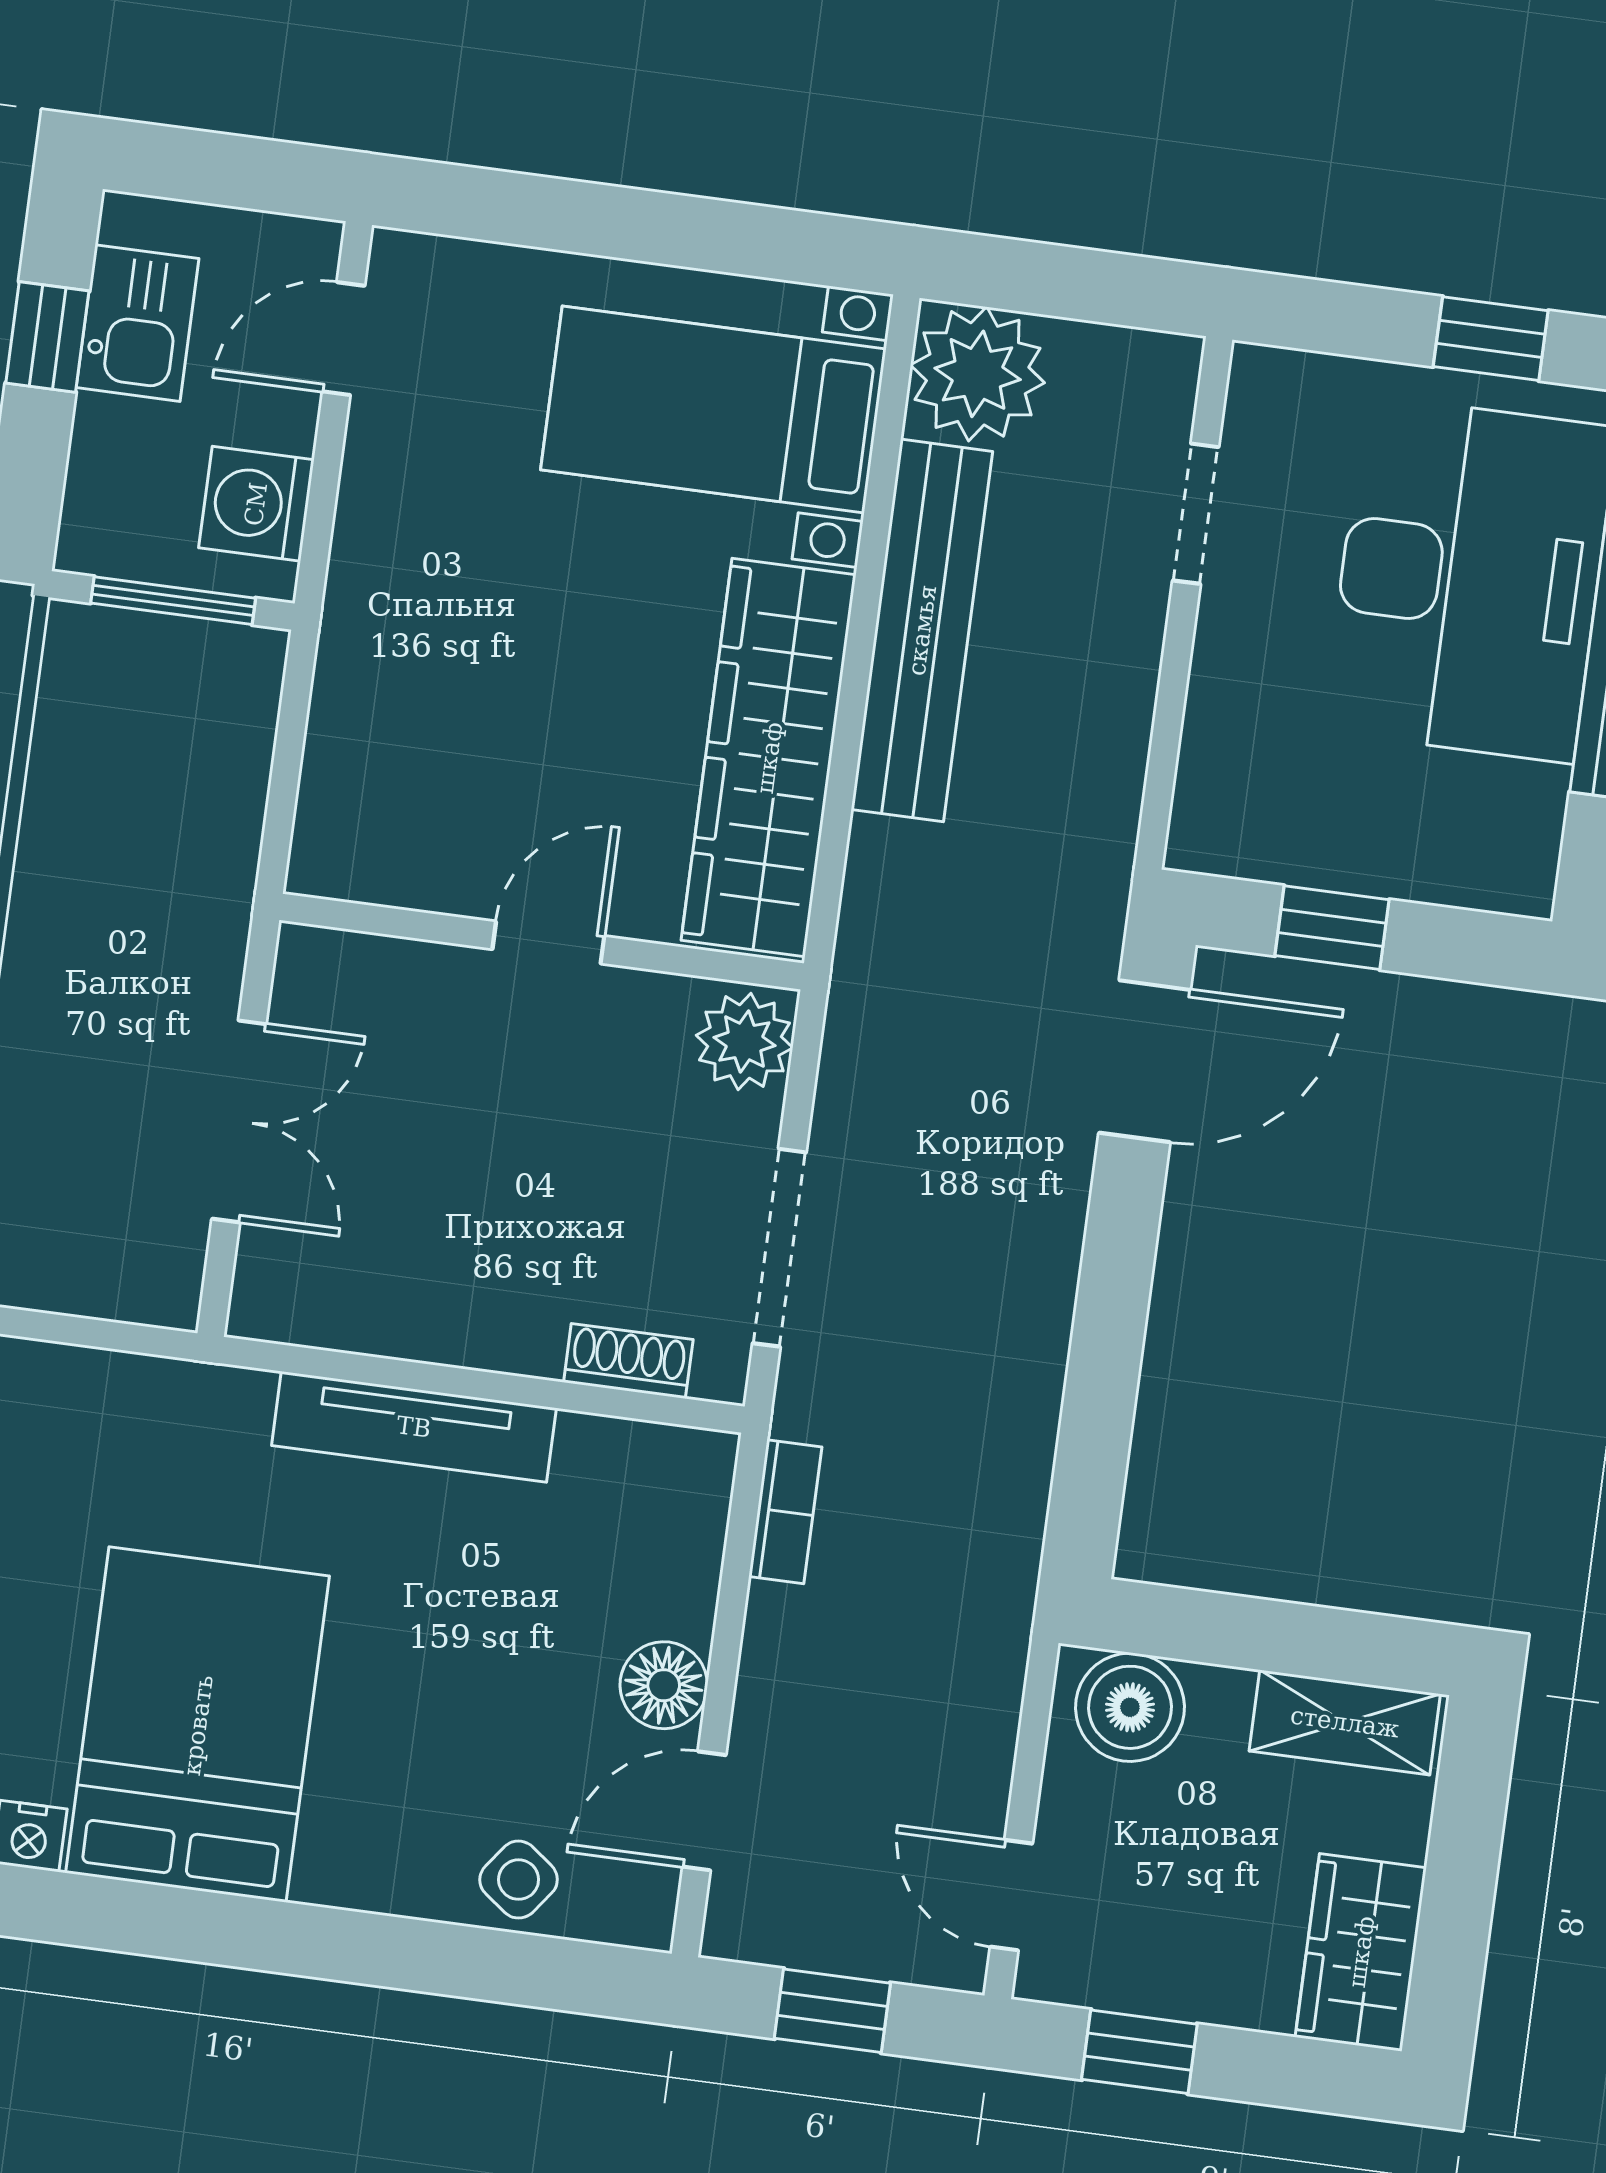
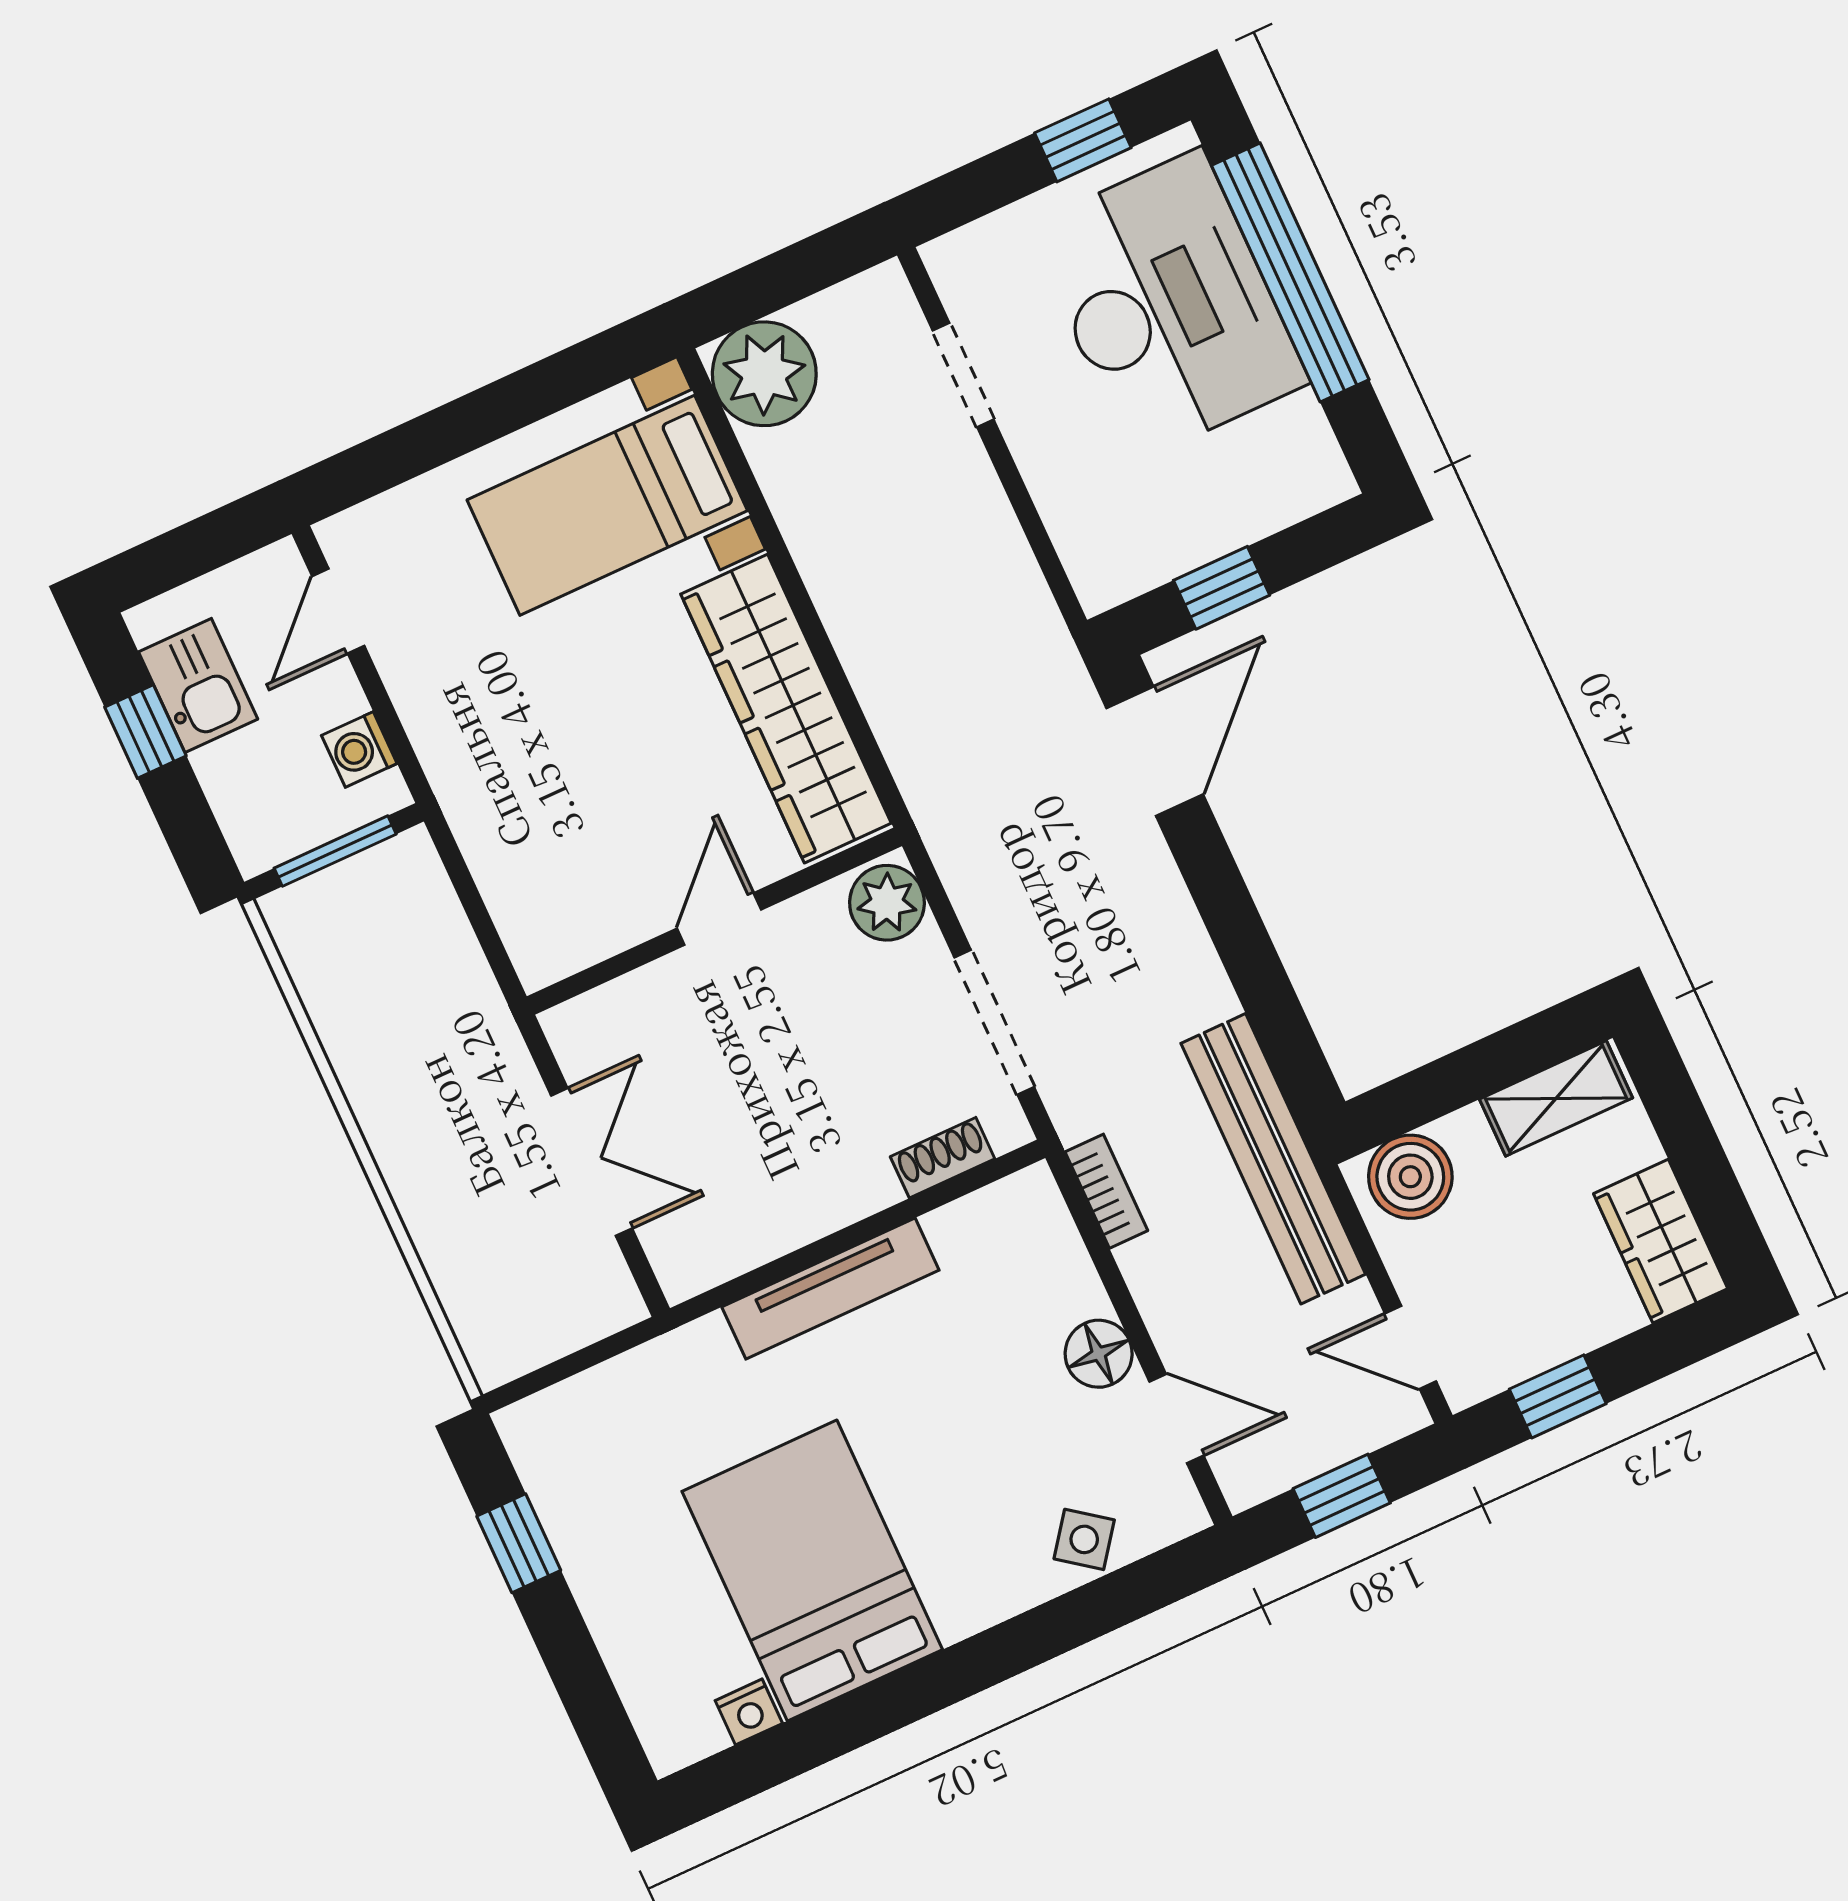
washing machine: (256, 504) -> (359, 749), width x0.73, depth x0.73
bench: (922, 630) -> (1273, 1159), moved
door: (704, 1811) -> (1177, 1419), swing flipped

